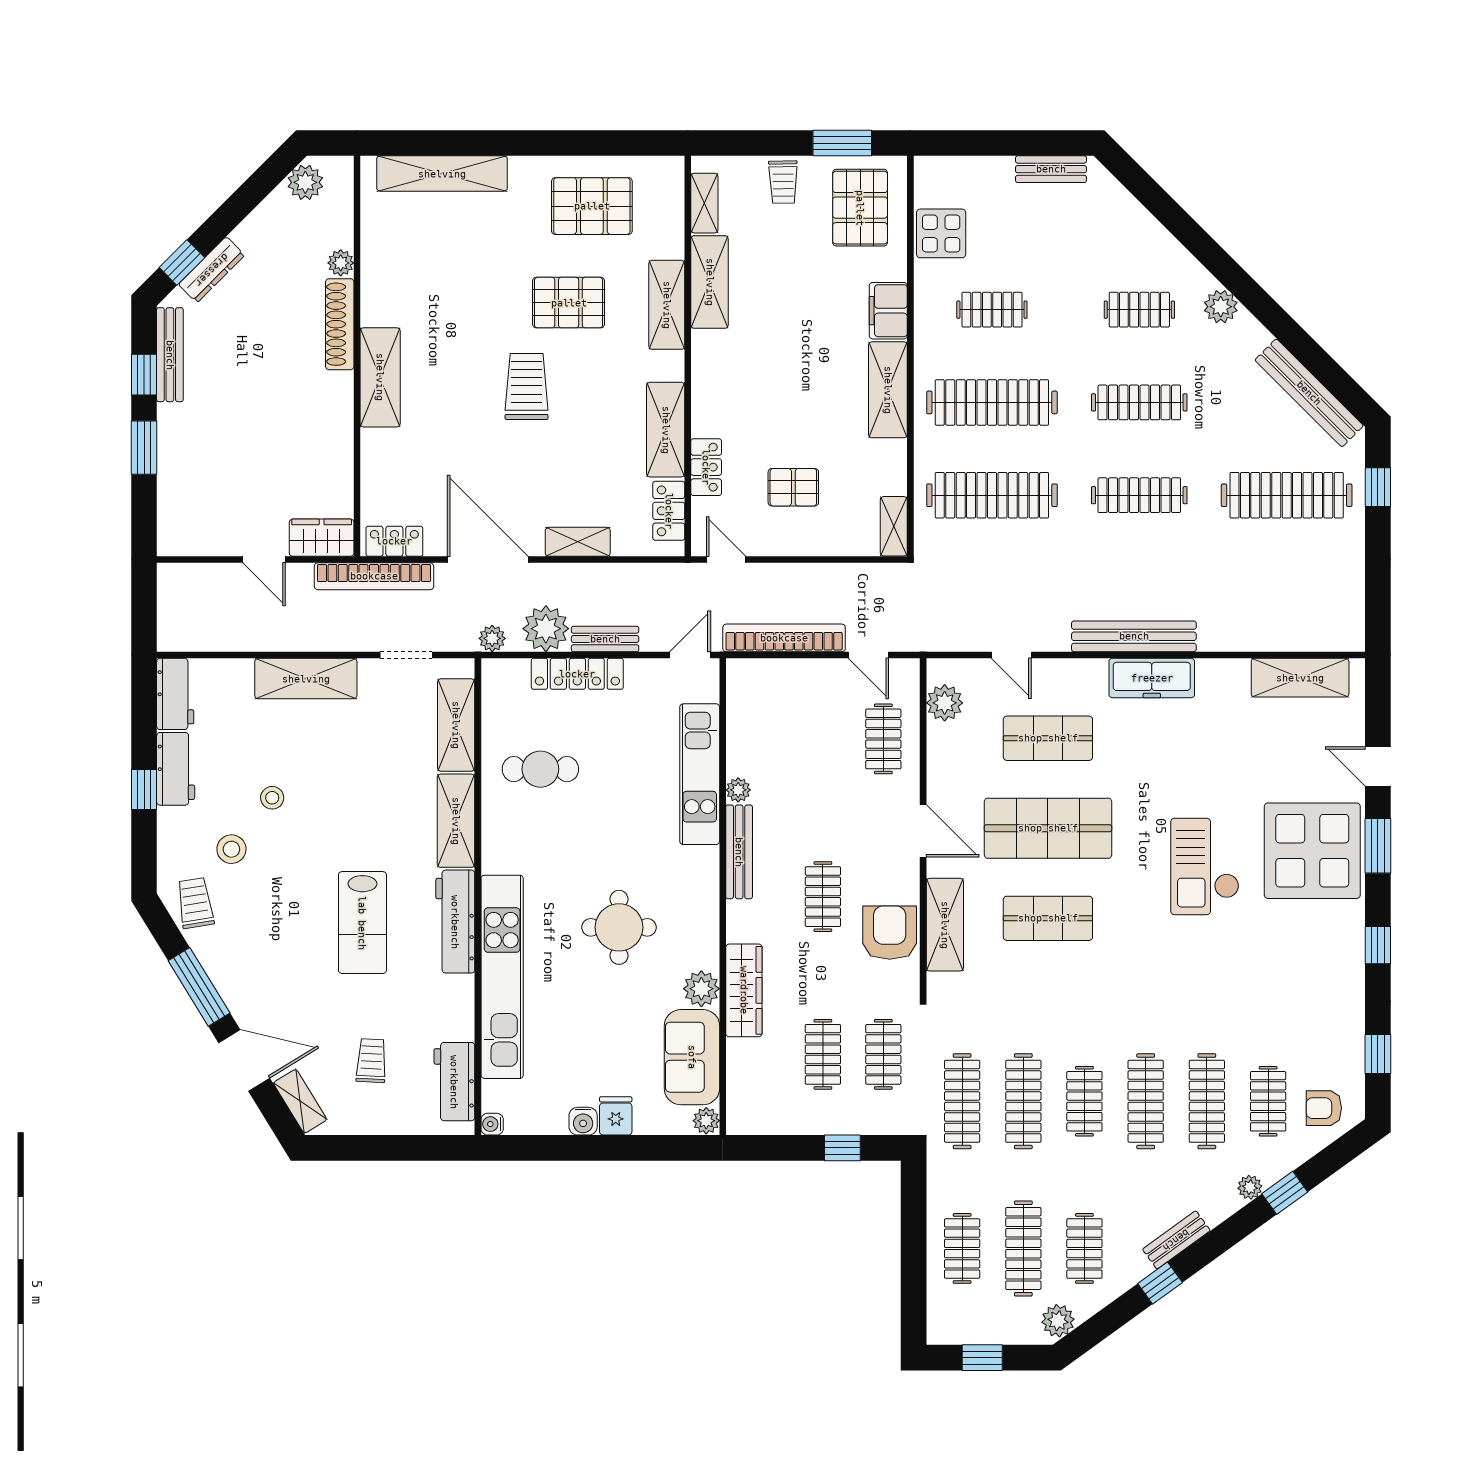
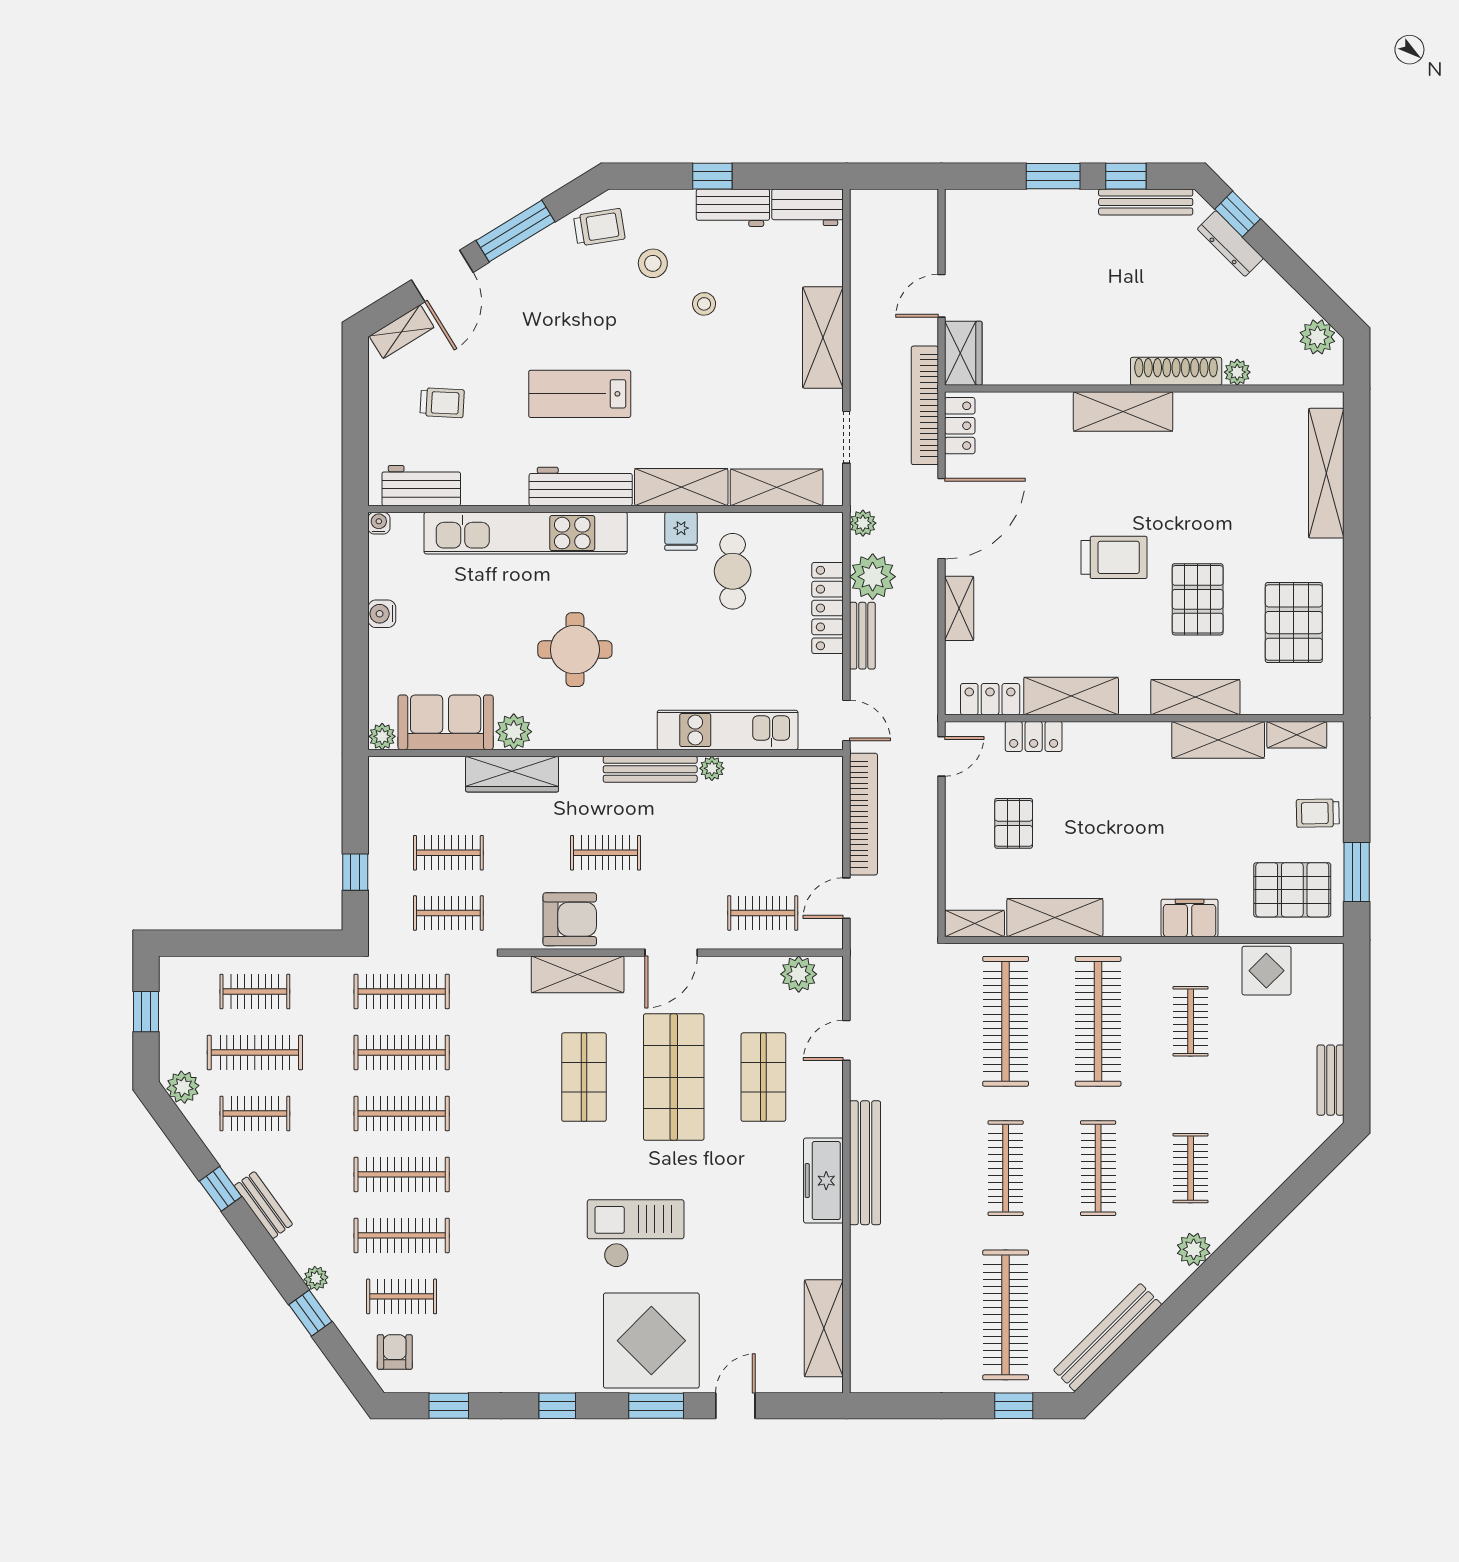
shelving: (888, 390) -> (1055, 918), moved
clothes rail: (1084, 1101) -> (402, 1113), width x1.36
fridge: (616, 1116) -> (681, 531), moved, turned 90

